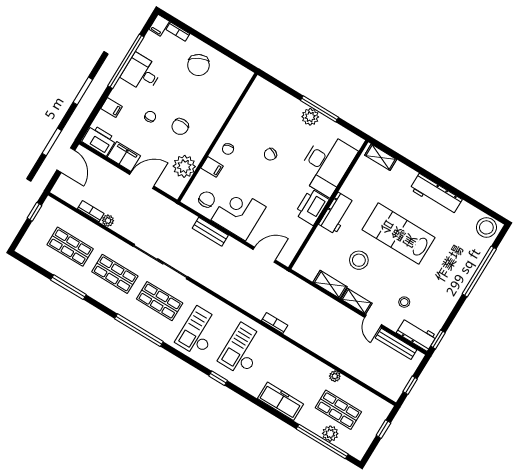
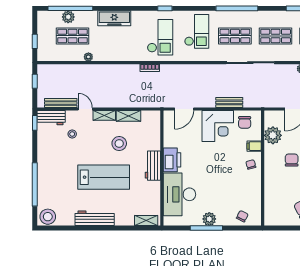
chair: (270, 154) -> (242, 216), moved

